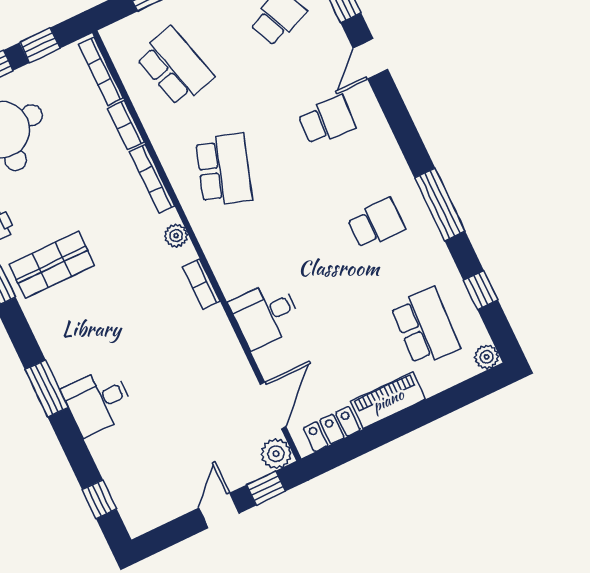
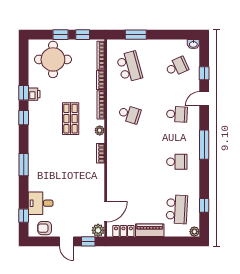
school desk: (224, 170) -> (129, 114), width x0.54
window: (440, 204) -> (204, 145), moved
shop shelf: (52, 265) -> (71, 119), moved, turned 90
desk: (266, 314) -> (119, 176), removed
desk: (98, 401) -> (41, 203), moved
armchair: (158, 504) -> (45, 228), added
door: (219, 510) -> (67, 241), swing flipped

